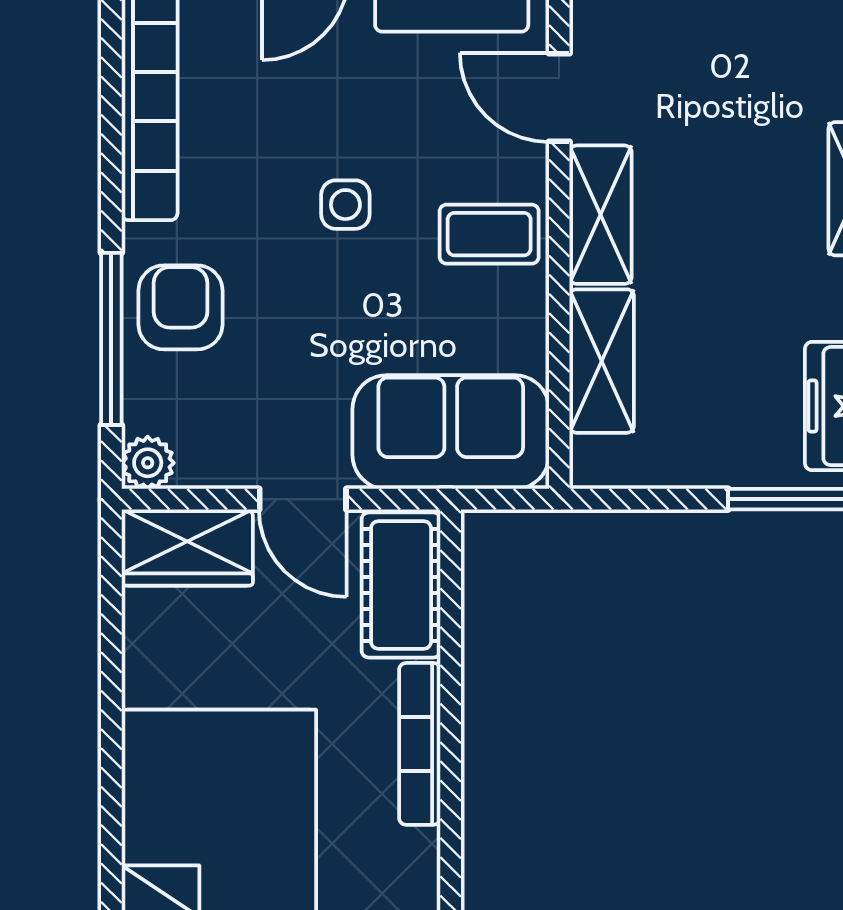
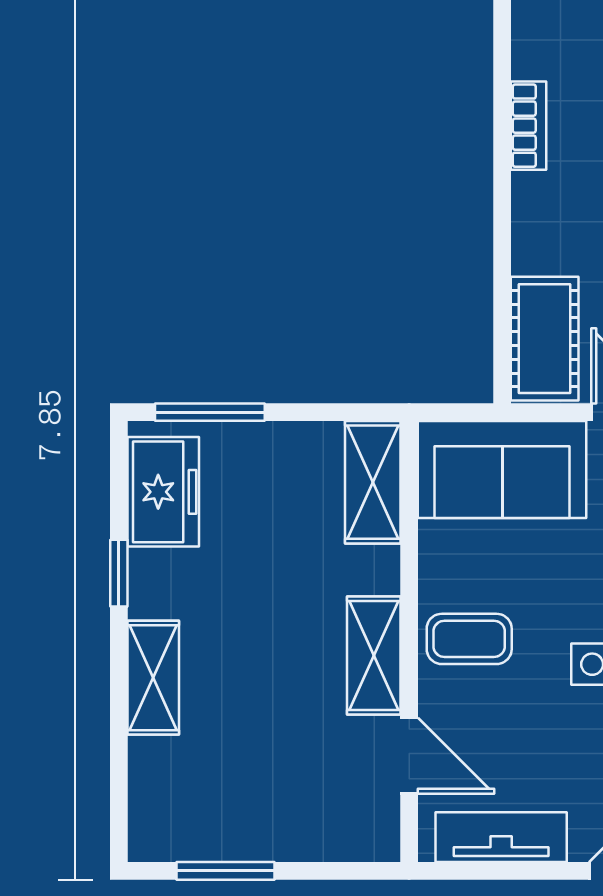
shelving: (602, 361) -> (373, 482), moved
bookcase: (420, 744) -> (529, 126), moved, width x0.64

